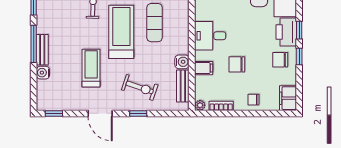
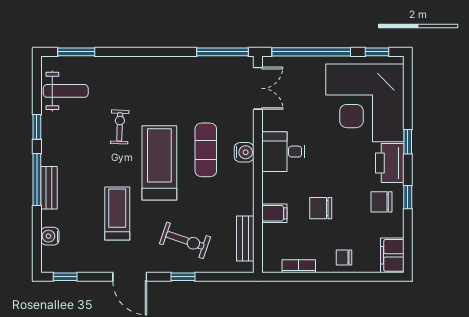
window: (299, 30) -> (408, 142), moved
desk: (210, 36) -> (283, 152), moved
water cooler: (182, 62) -> (244, 152), moved
water cooler: (43, 73) -> (50, 236), moved
plant: (200, 105) -> (269, 265), removed

